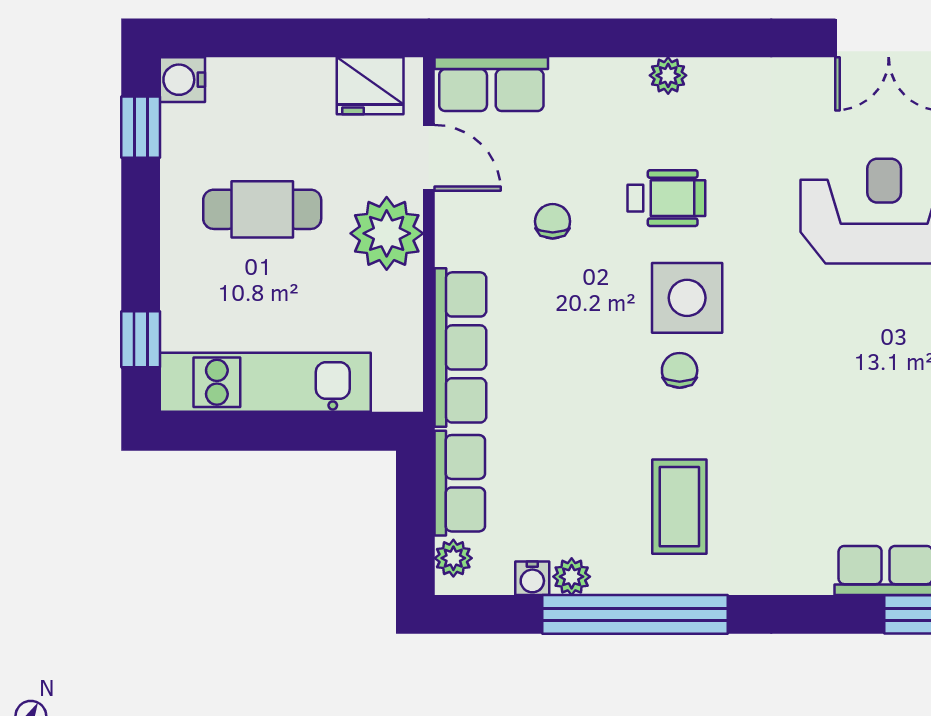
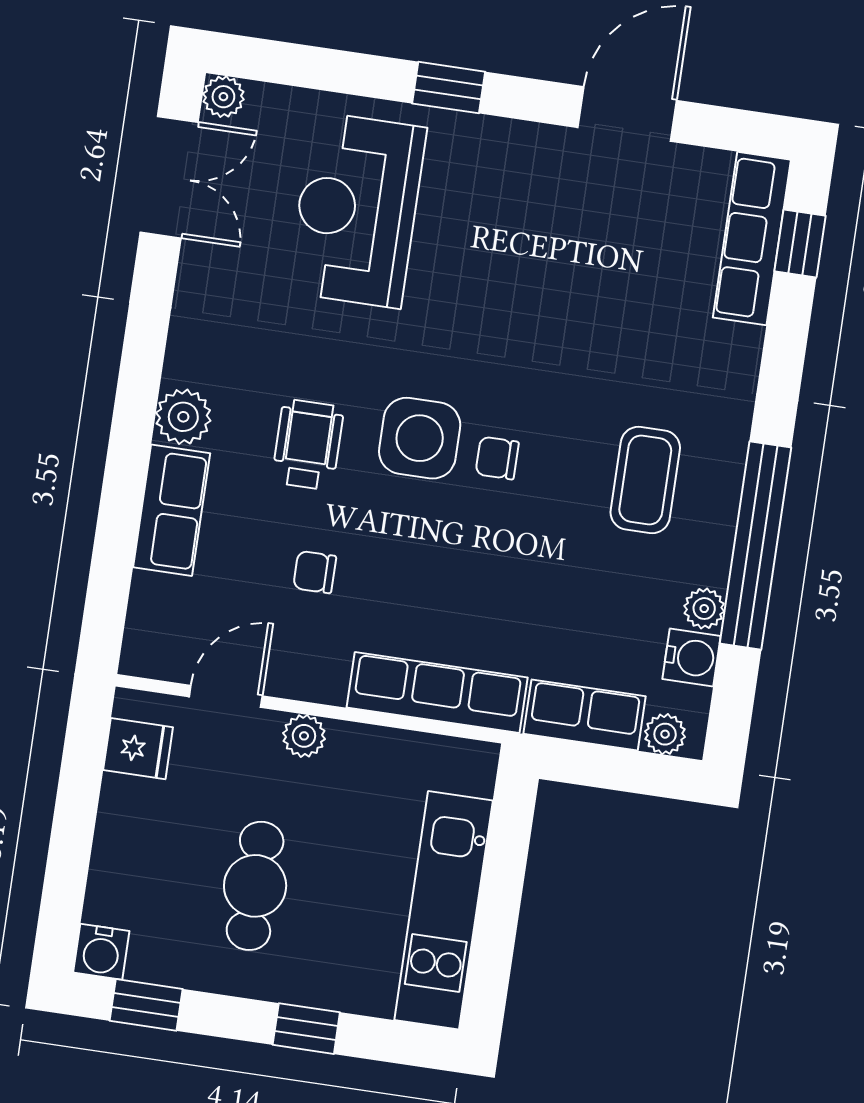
plant: (668, 75) -> (183, 417), width x1.38, depth x1.38
row of seats: (491, 84) -> (172, 510), moved
fridge: (370, 86) -> (138, 749), width x0.72
plant: (387, 233) -> (304, 736), width x0.53, depth x0.53
window: (141, 339) -> (306, 1029), moved
coffee table: (679, 507) -> (645, 480), turned 90
water cooler: (532, 578) -> (691, 657), width x1.38, depth x1.38

